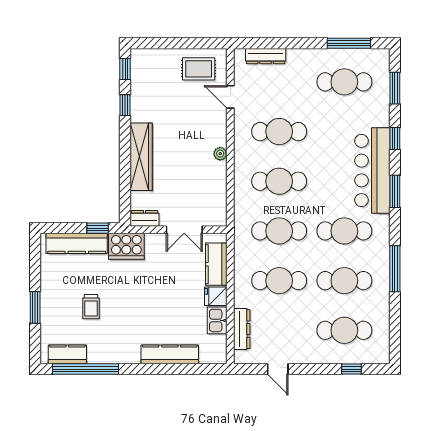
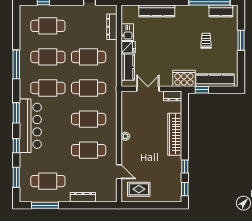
dresser: (266, 56) -> (83, 197), moved

